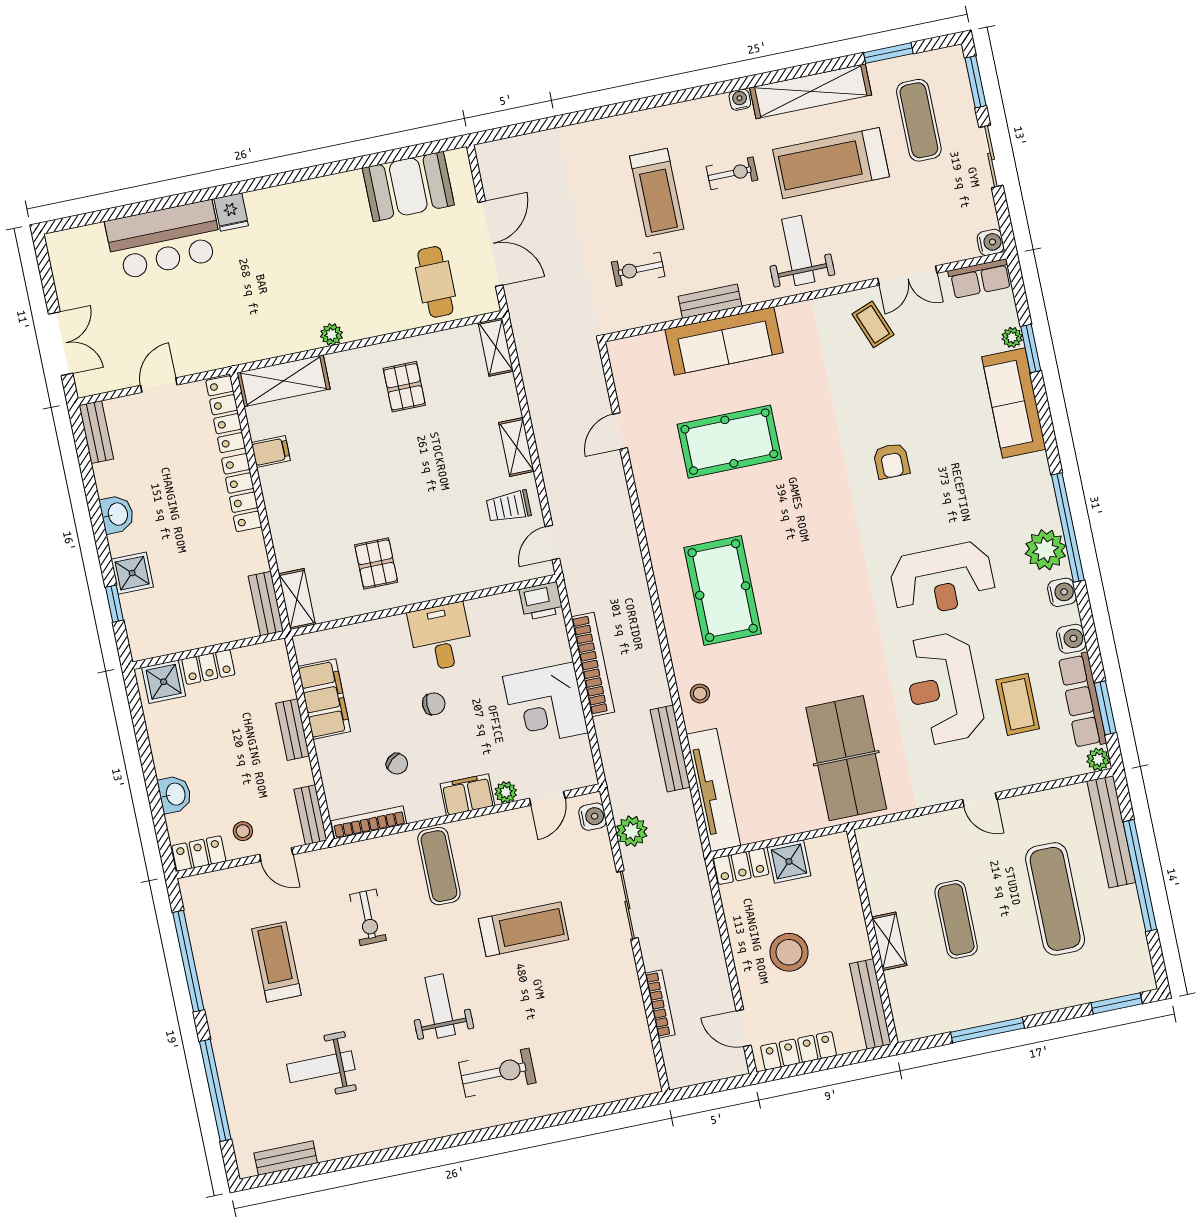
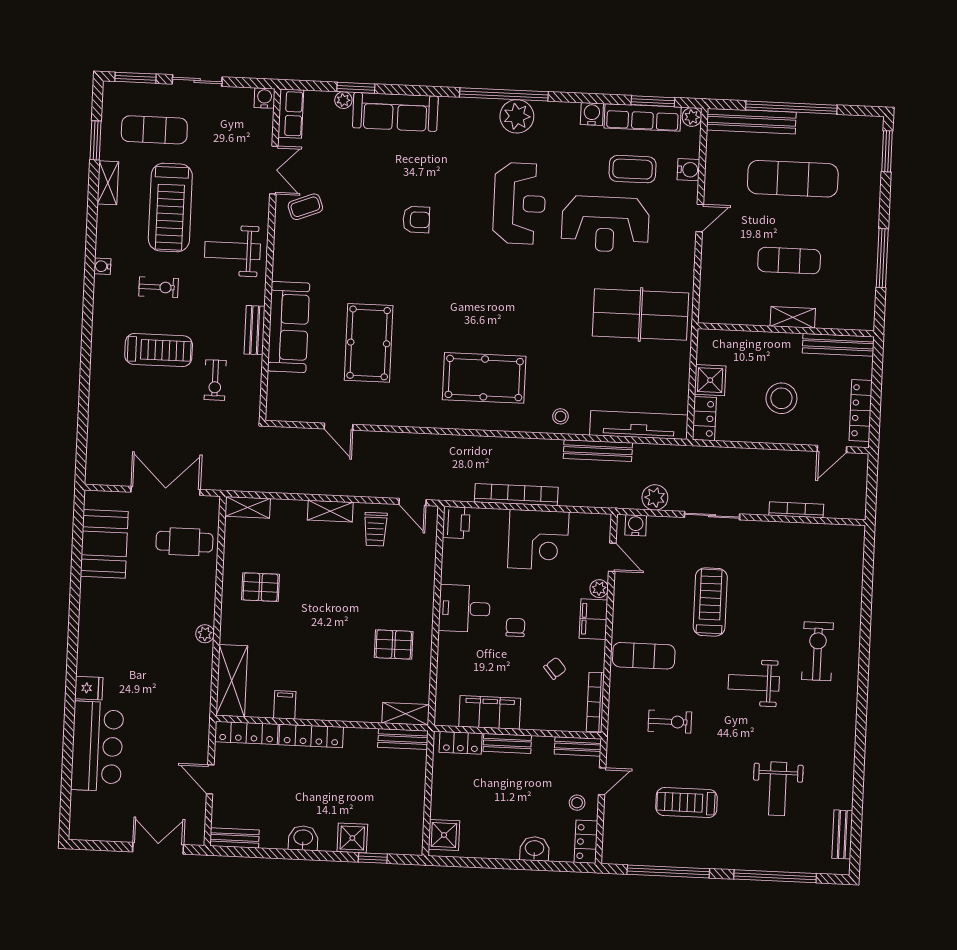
shelving: (811, 91) -> (108, 183), width x0.45, depth x0.75
exercise bike: (732, 173) -> (159, 287), turned 90
water cooler: (1062, 592) -> (688, 170), moved, turned 90
locker: (208, 667) -> (461, 743), moved, turned 90

